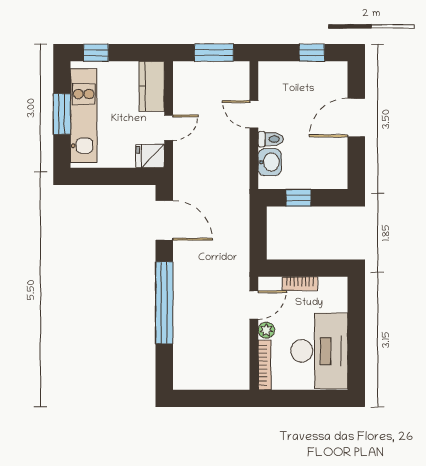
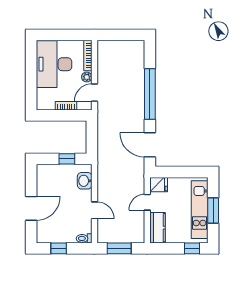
toilet: (271, 139) -> (84, 238), moved

